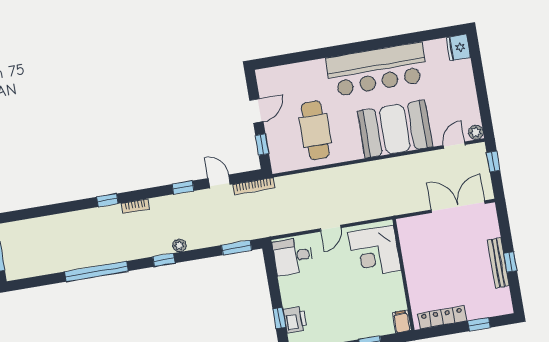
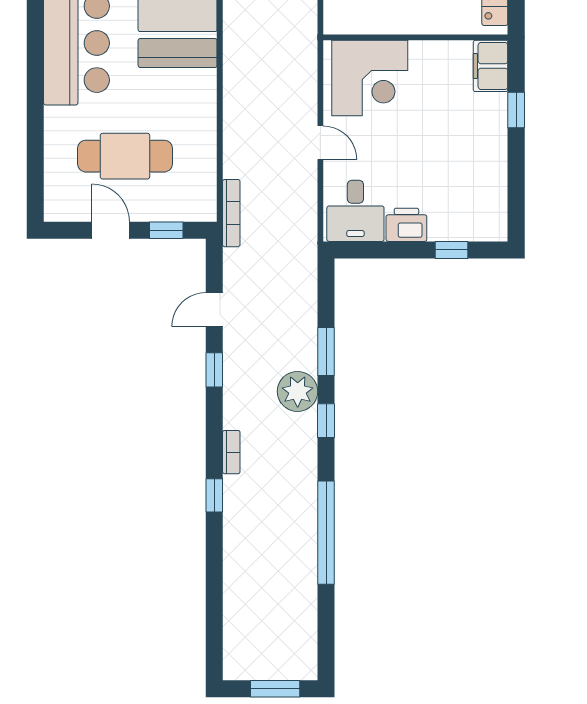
cafe table: (315, 130) -> (125, 156), moved
bookcase: (254, 186) -> (231, 213), moved
plant: (179, 245) -> (298, 391), width x1.88, depth x1.88
window: (237, 248) -> (326, 352), moved
printer: (295, 320) -> (406, 225), moved
filing cabinet: (402, 322) -> (491, 66), width x2.00

